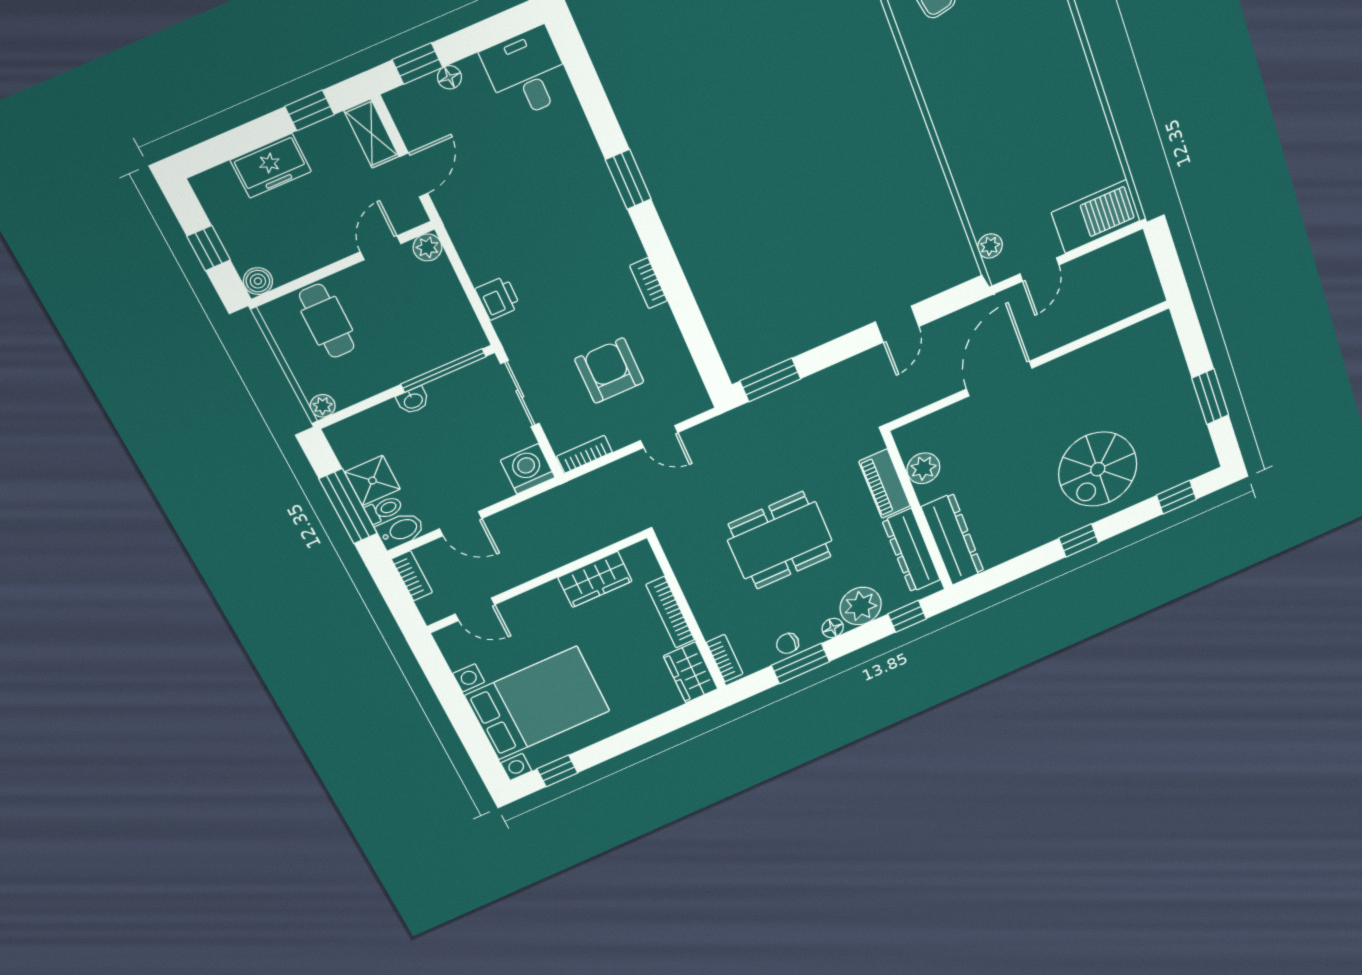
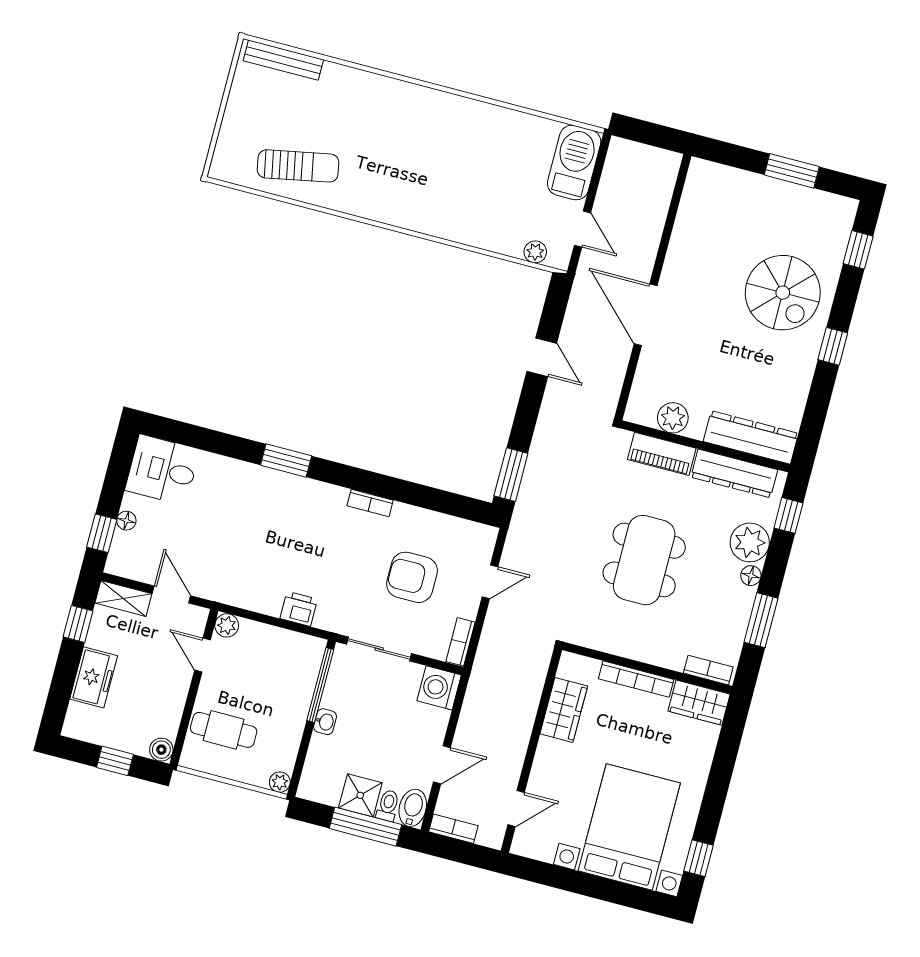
chair: (788, 643) -> (736, 617), removed

